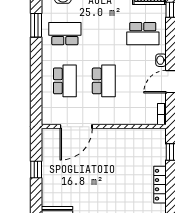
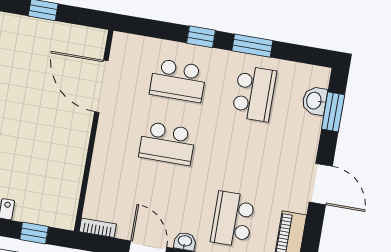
window: (36, 25) -> (252, 46), moved
window: (36, 72) -> (201, 37), added

